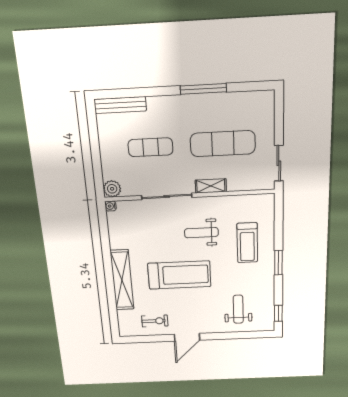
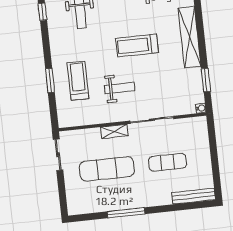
plant: (112, 189) -> (200, 124), removed
window: (105, 235) -> (206, 80), added
window: (278, 263) -> (50, 80), moved
treadmill: (179, 275) -> (137, 45), width x0.73, depth x0.73

